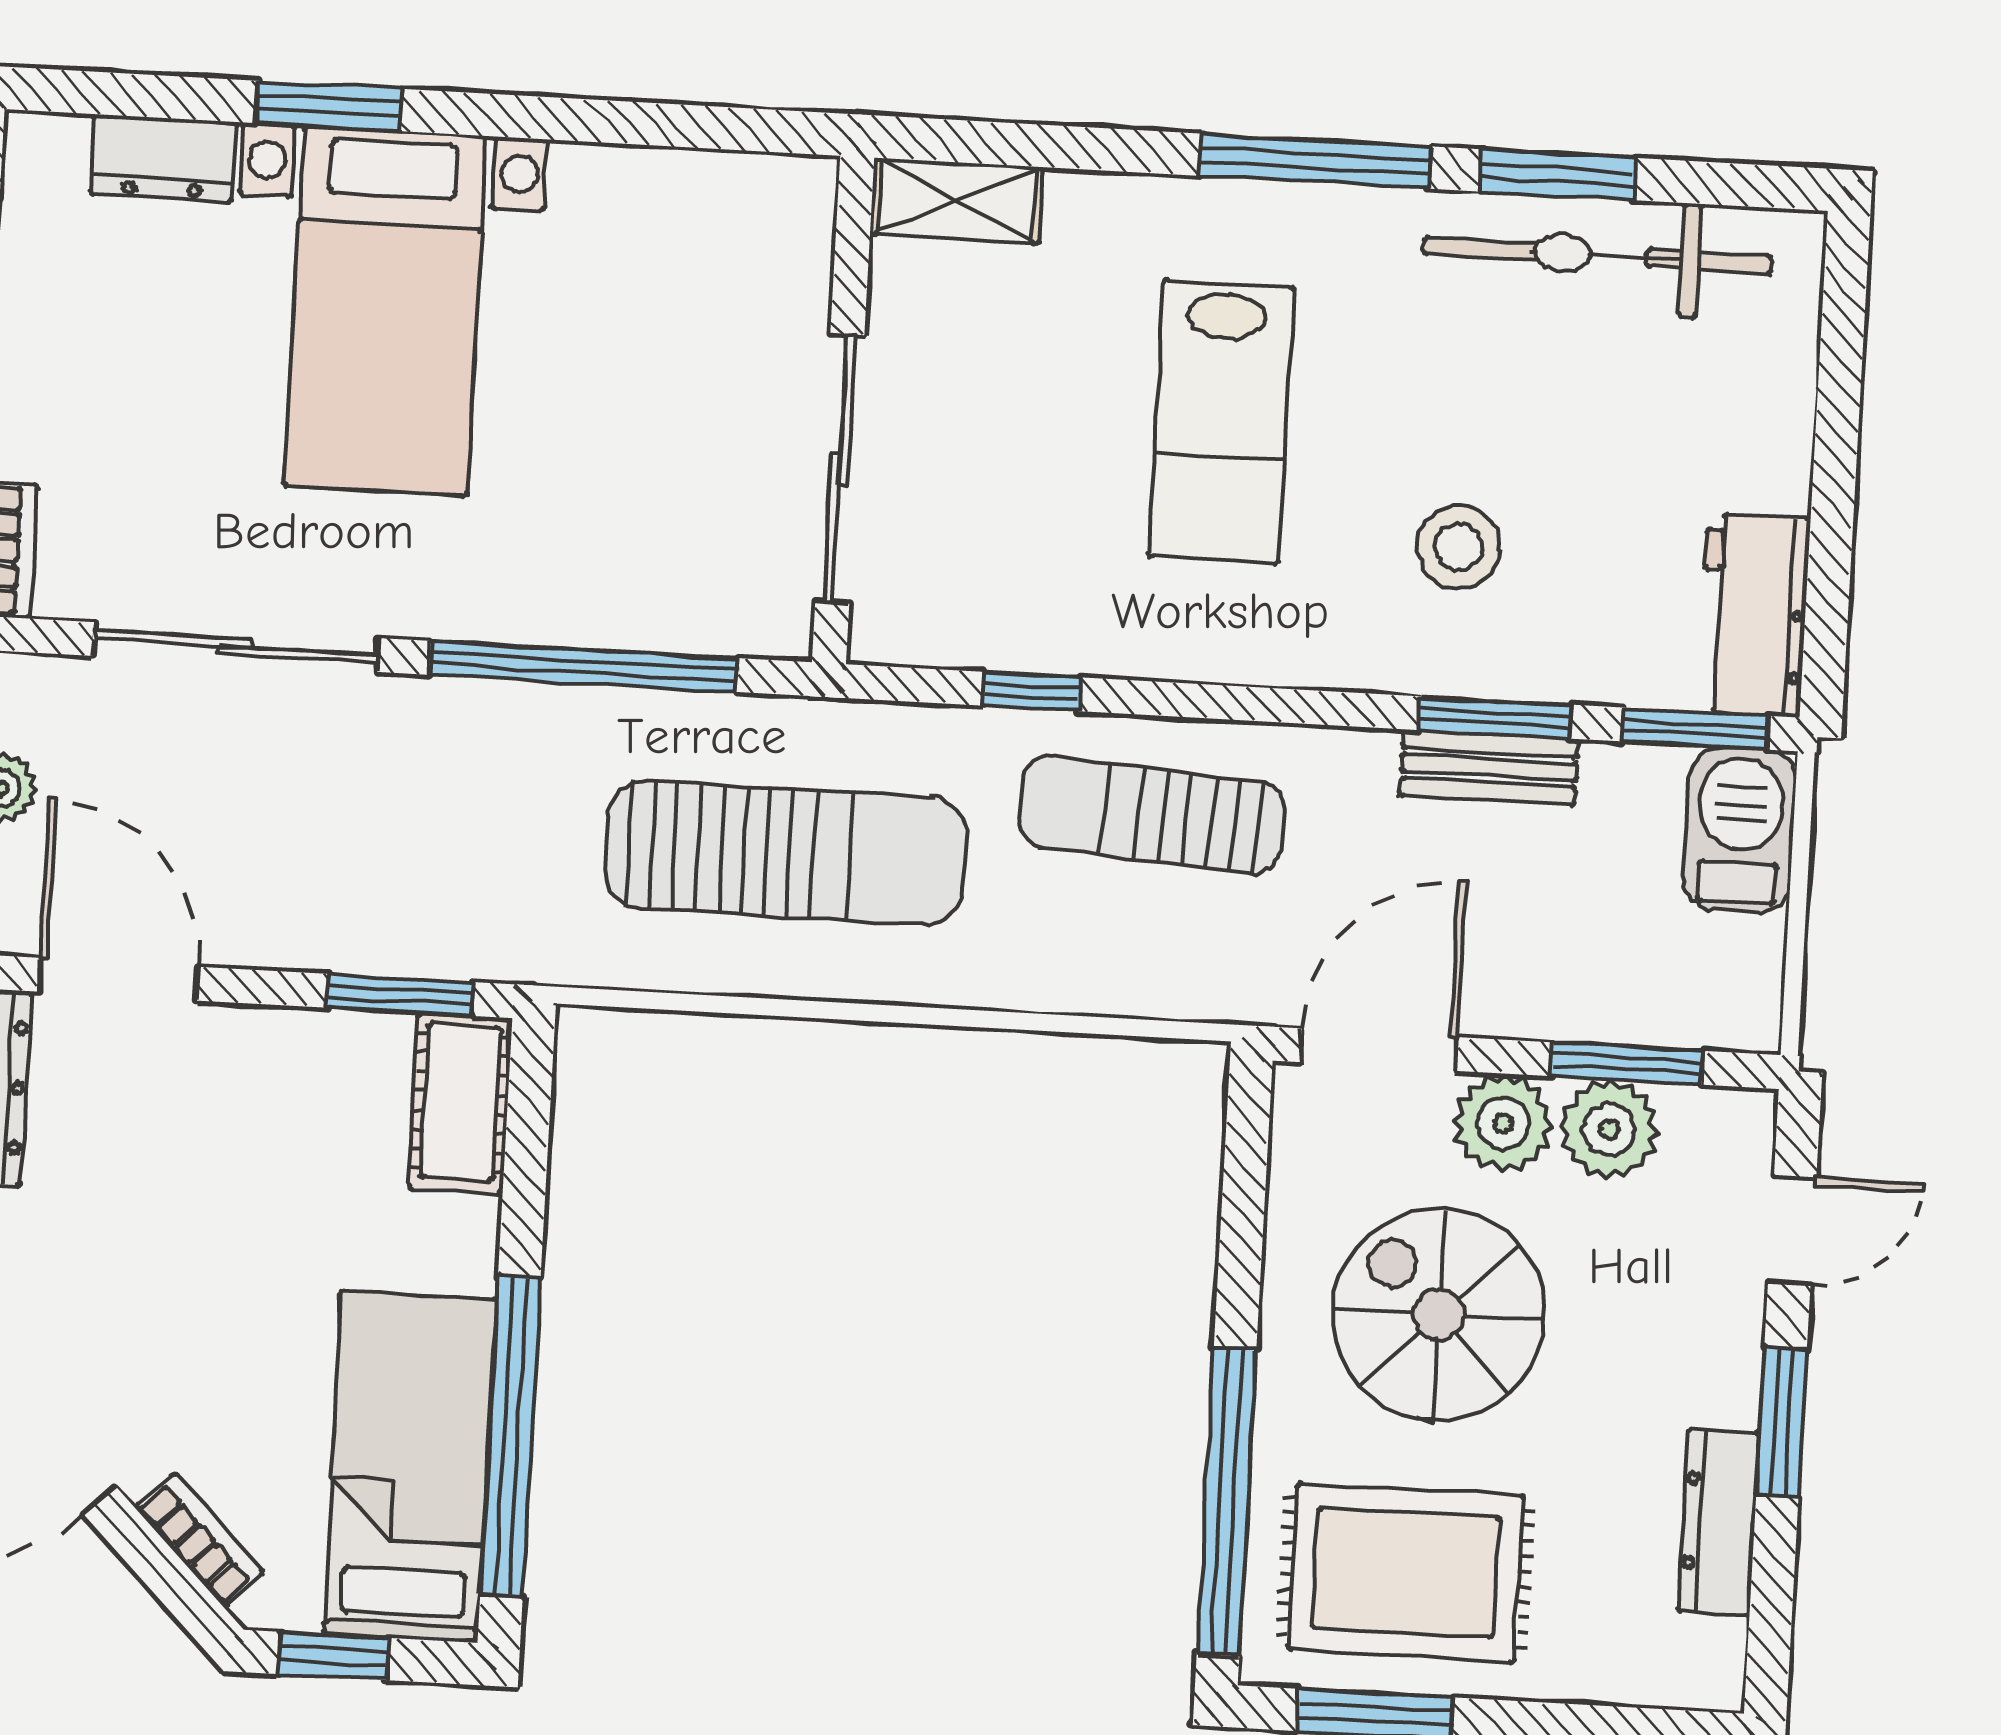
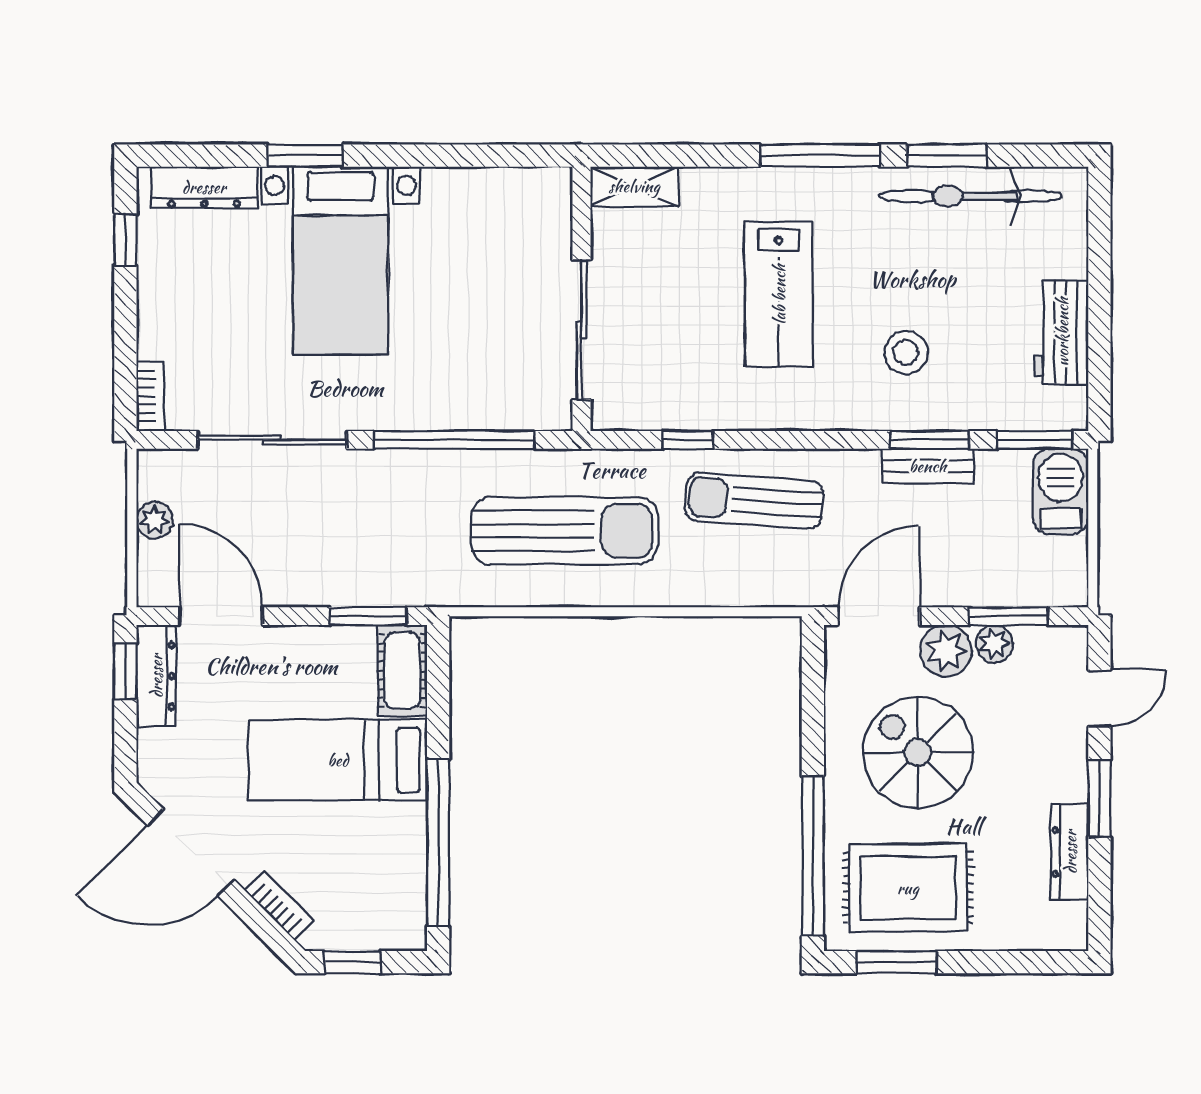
dresser: (163, 158) -> (204, 187), width x1.44
workbench: (1754, 615) -> (1062, 332), moved
plant: (1609, 1129) -> (994, 644), width x0.73, depth x0.73
bed: (410, 1467) -> (338, 760), moved, turned -90

